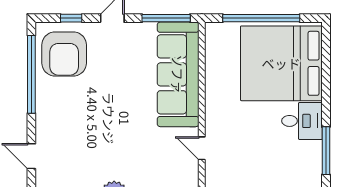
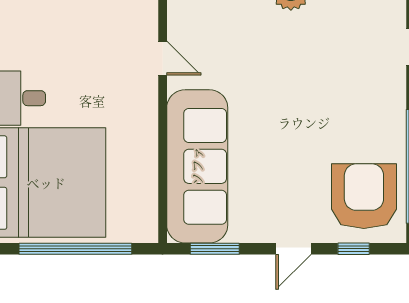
window: (166, 18) -> (215, 249), width x0.69

